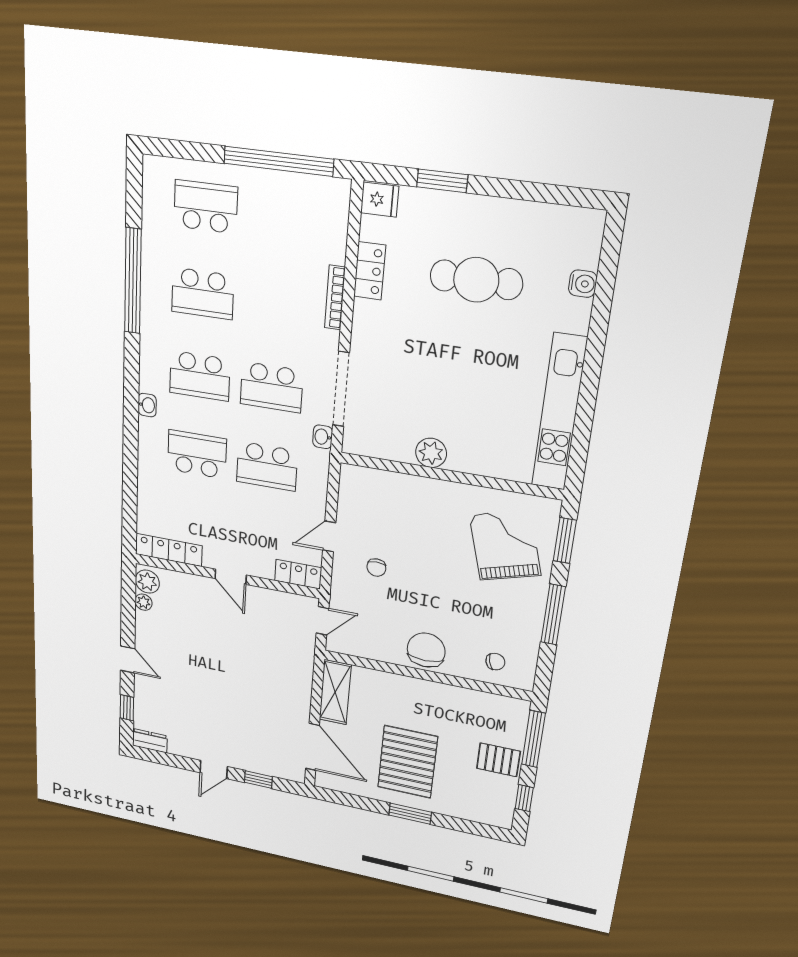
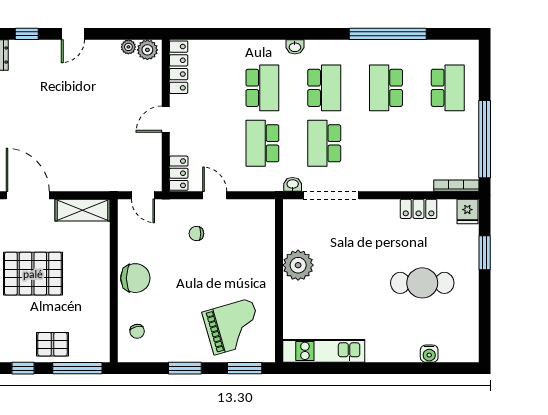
cafe table: (476, 280) -> (422, 283), turned 90
bookcase: (335, 298) -> (456, 186), moved
school desk: (200, 376) -> (324, 88), turned 180
kitchen unit: (559, 413) -> (324, 351), width x0.73
plant: (431, 453) -> (298, 265), width x1.36, depth x1.36
window: (553, 615) -> (185, 368), width x0.69
door: (312, 747) -> (28, 195), swing flipped
pallet: (498, 760) -> (52, 344), turned 90

